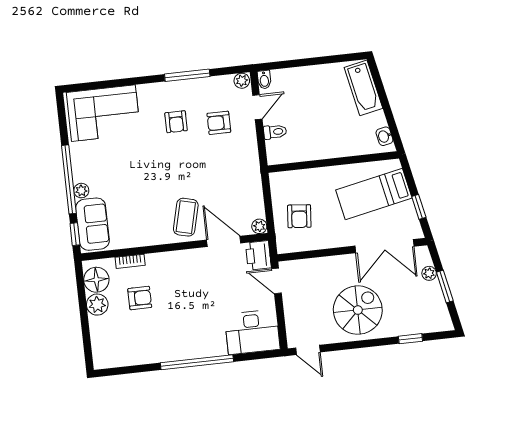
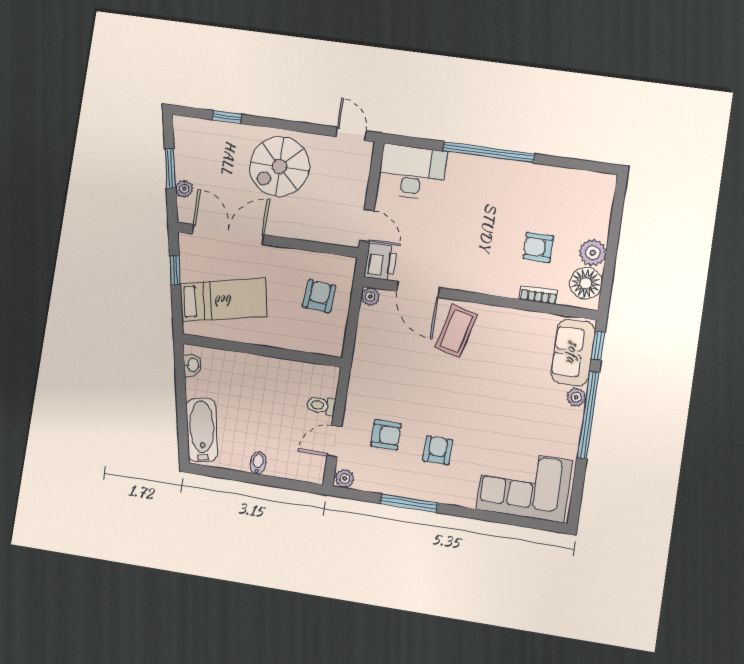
bidet: (264, 80) -> (258, 463), moved

